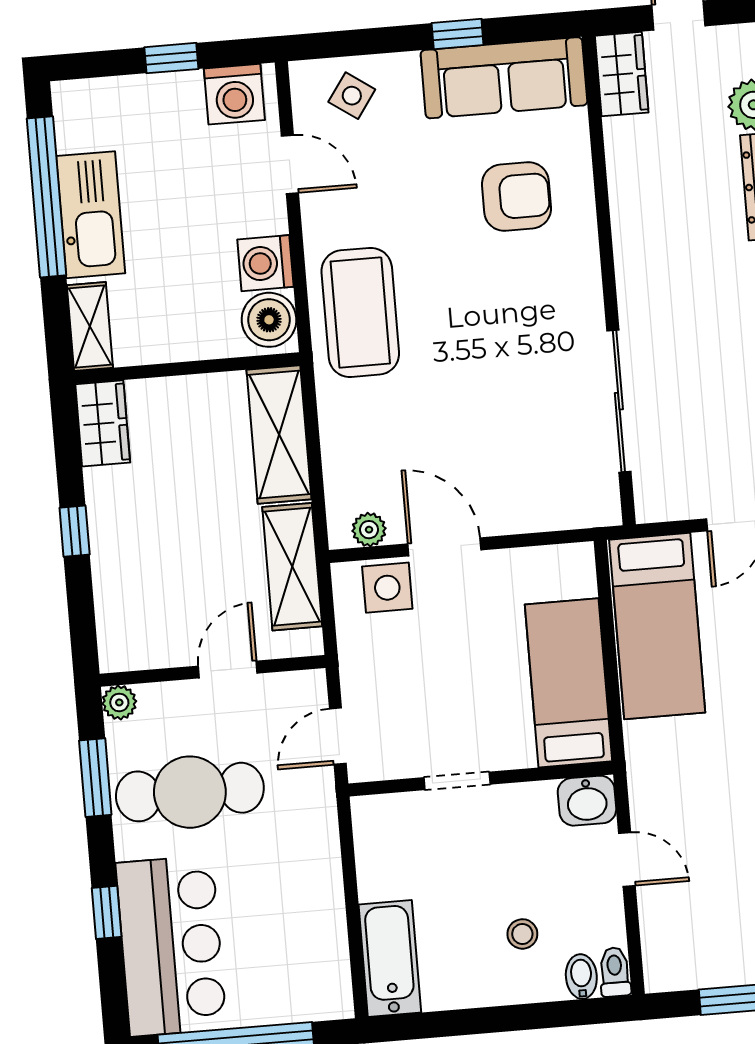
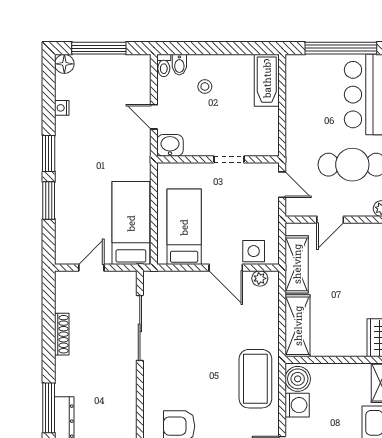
bed: (569, 683) -> (184, 227), moved, turned 180
door: (338, 736) -> (282, 185), hinge flipped

